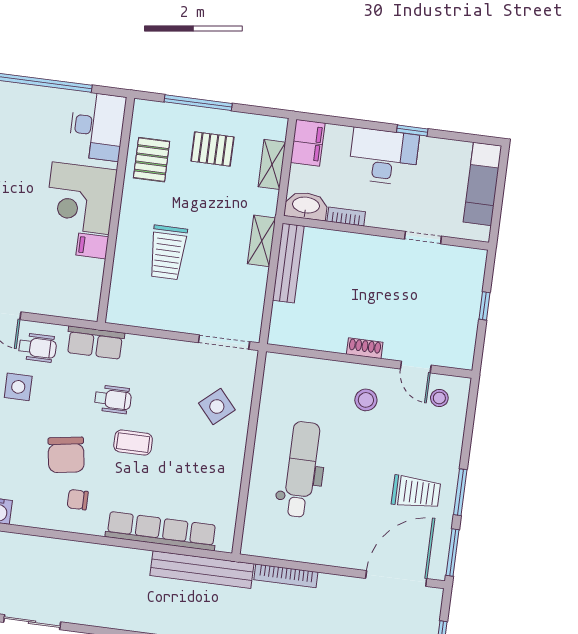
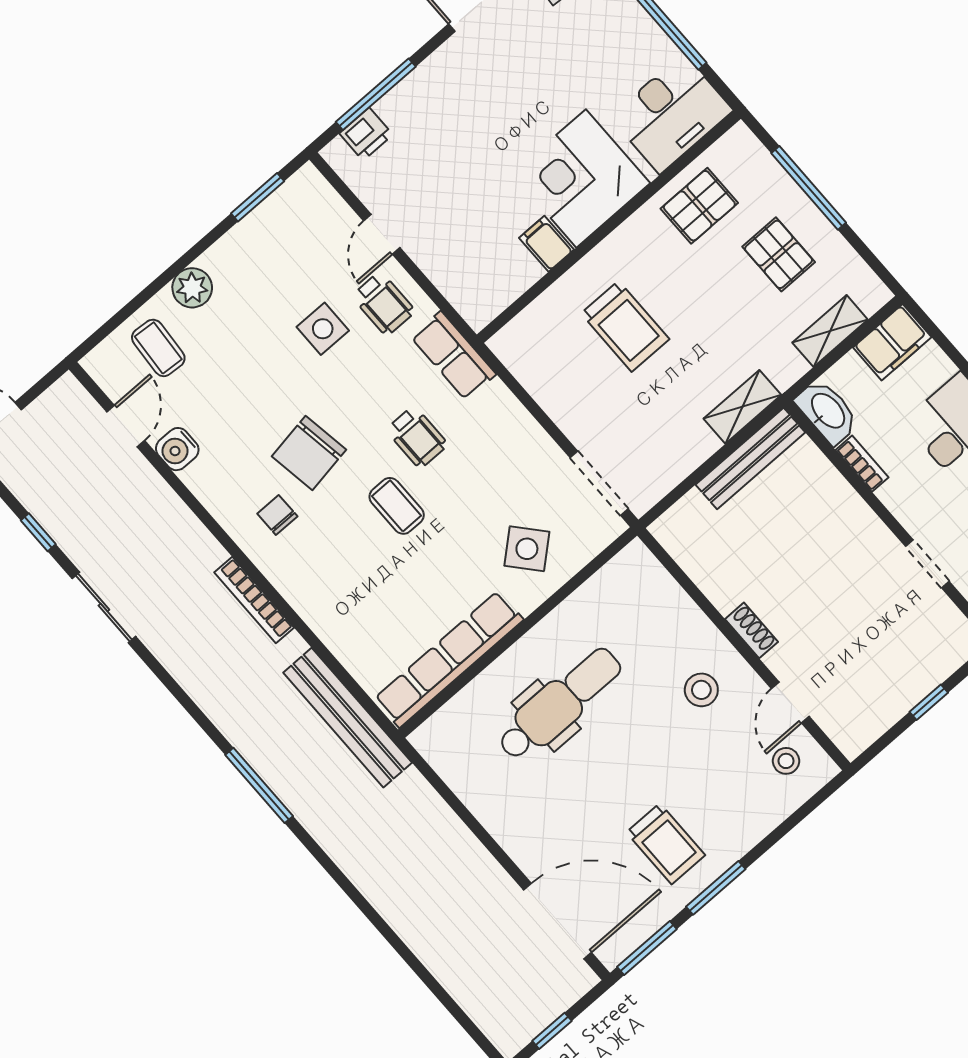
trolley: (168, 252) -> (625, 326), turned -90
row of seats: (161, 531) -> (449, 659), moved, turned -90
bookcase: (286, 576) -> (254, 600), moved

